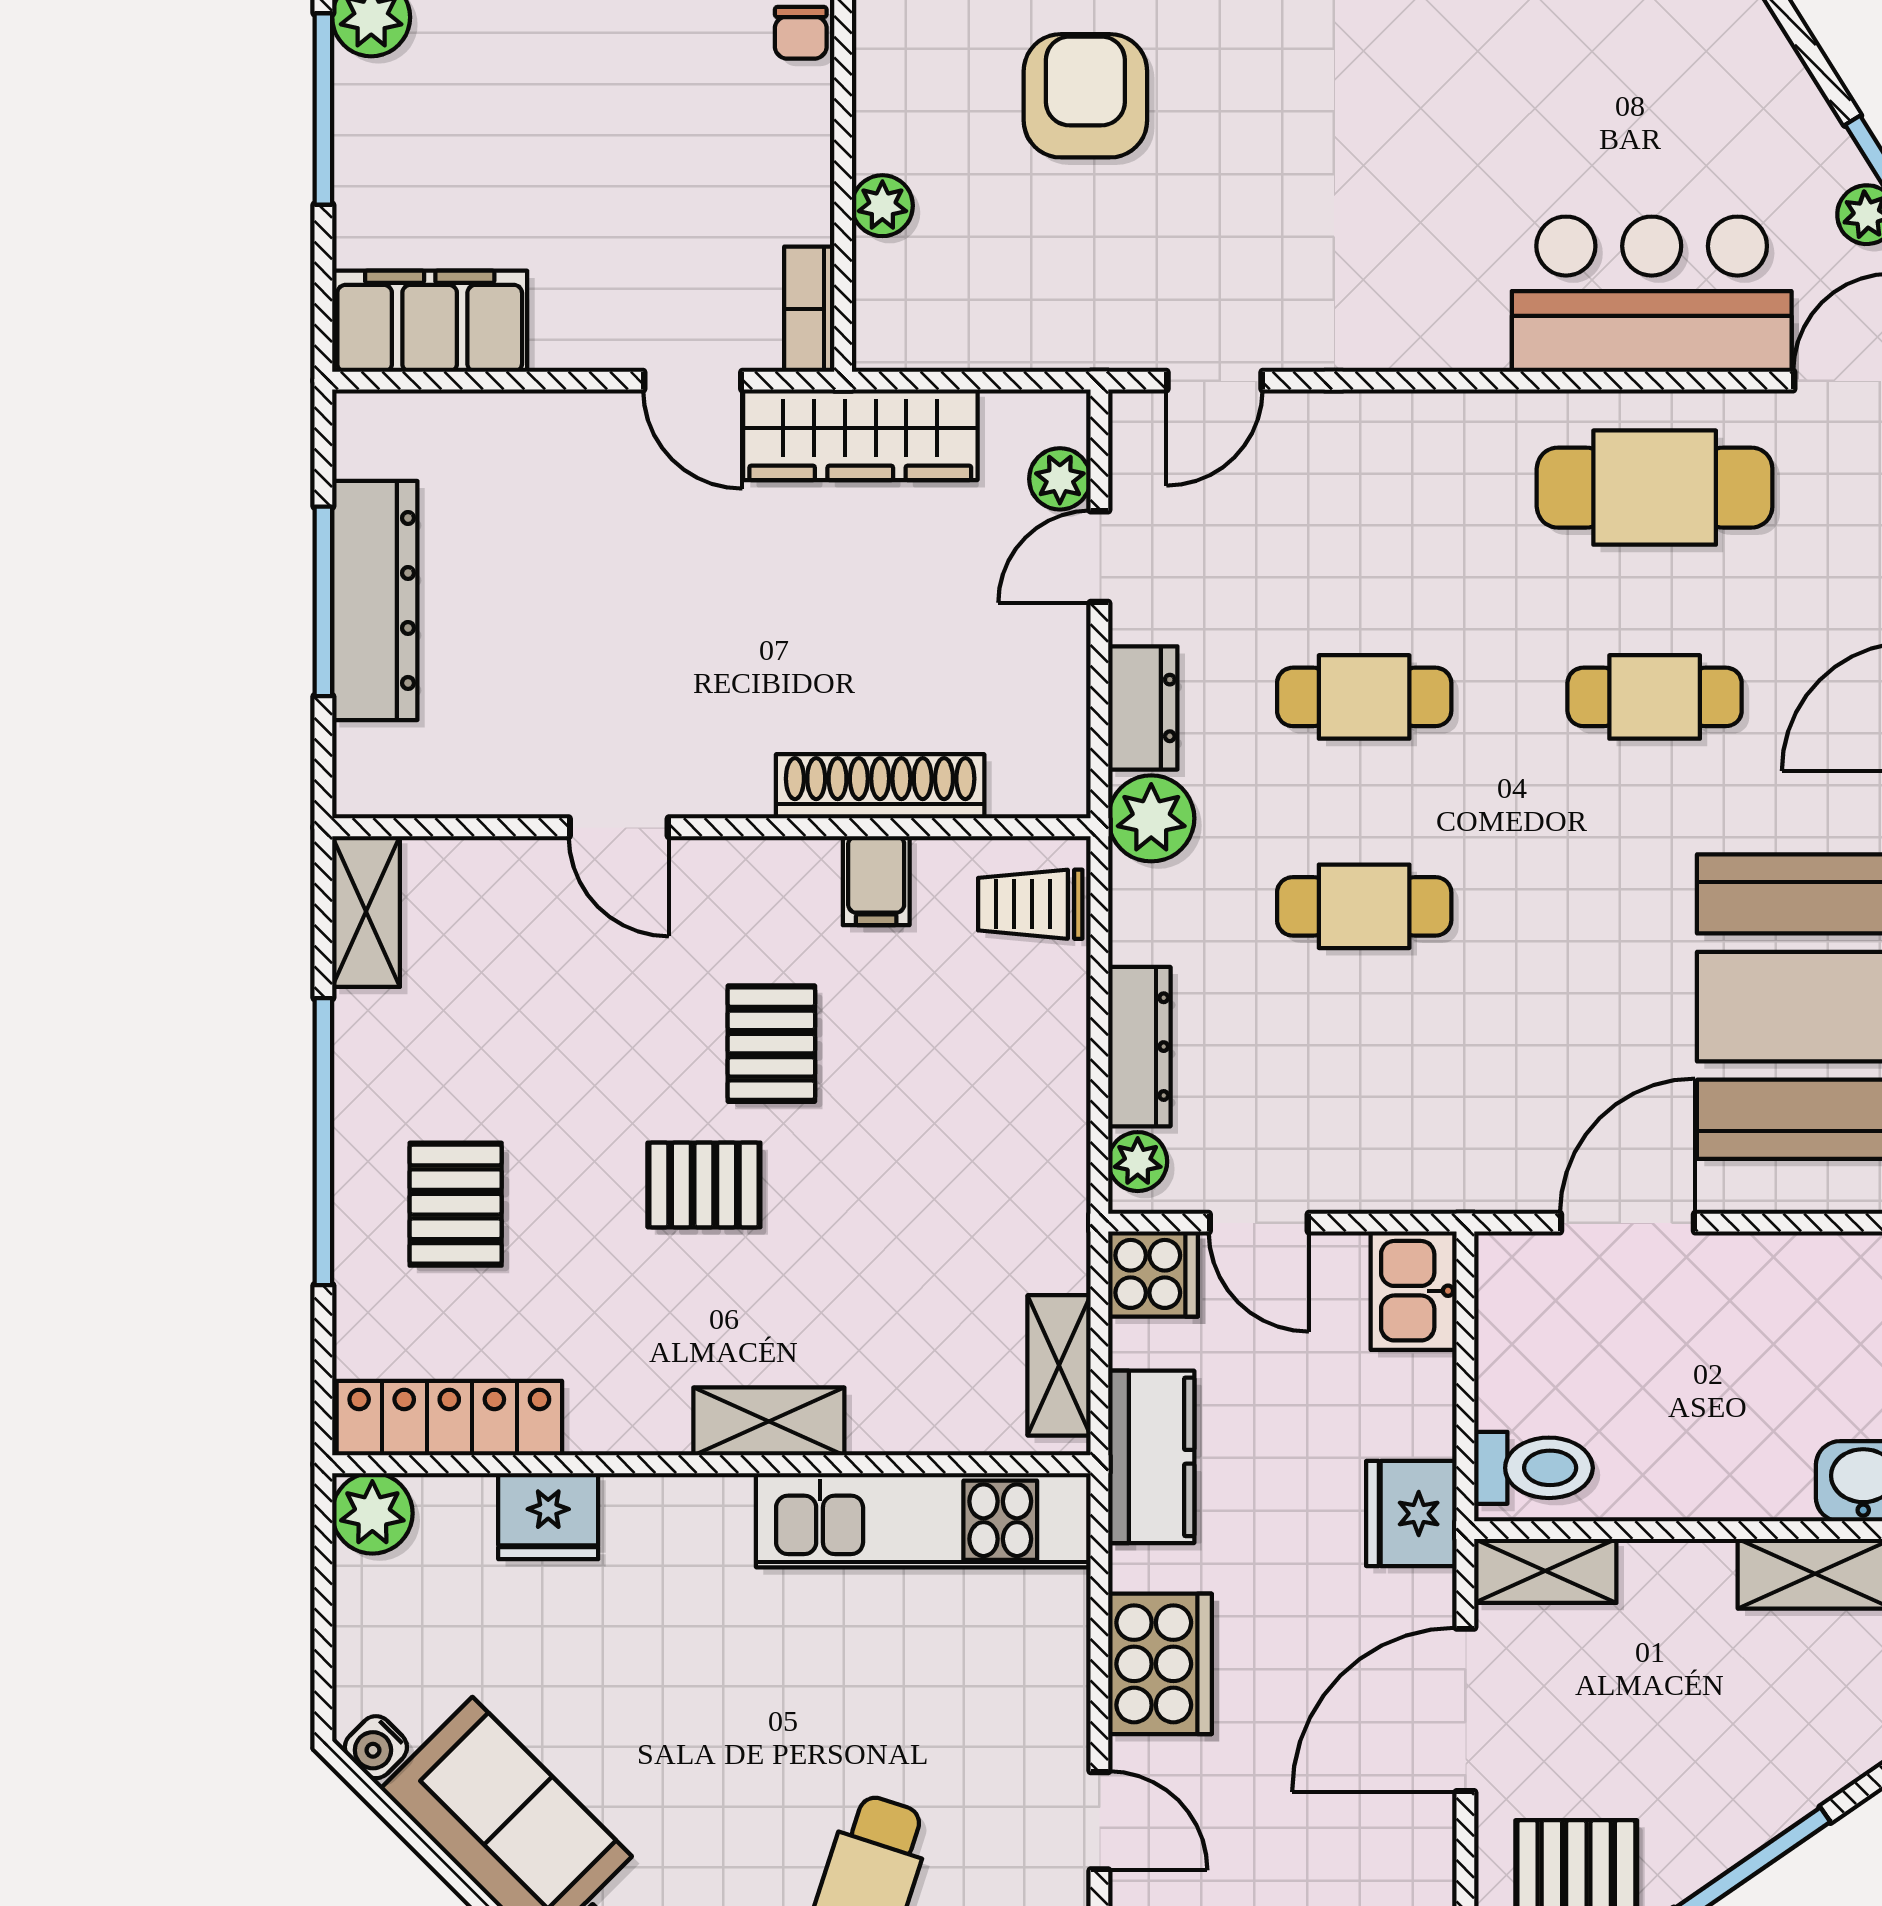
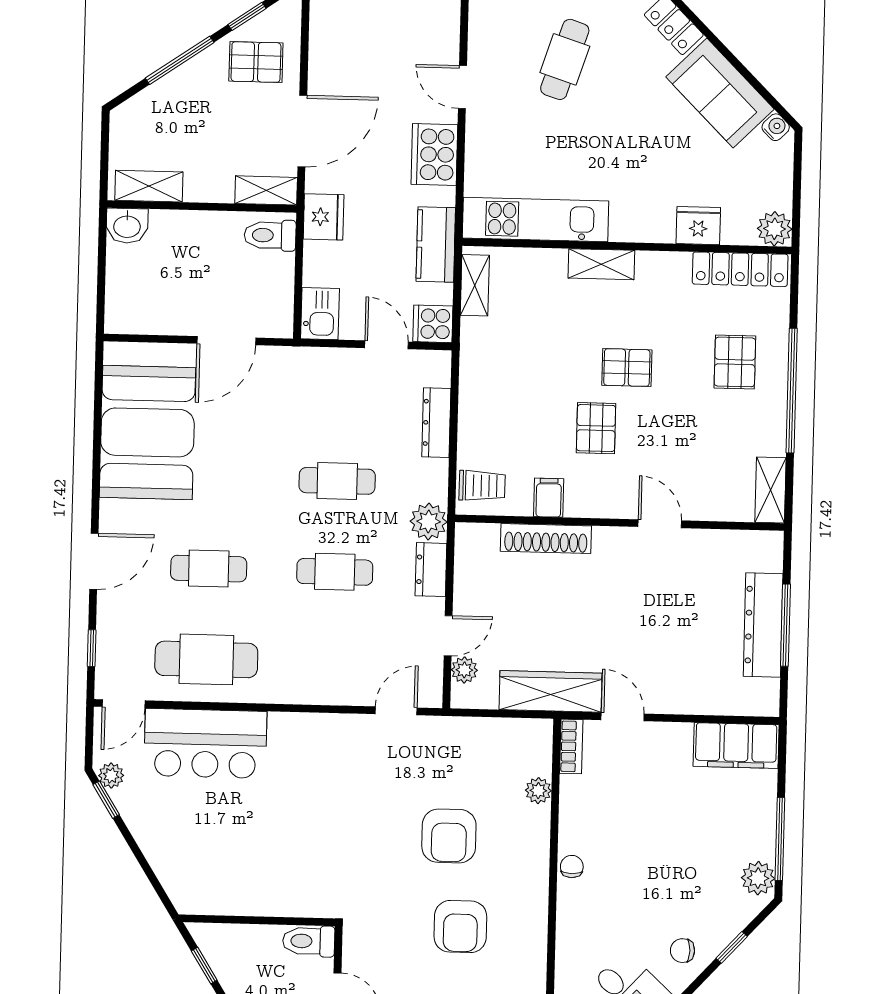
plant: (1138, 1162) -> (438, 373), removed

